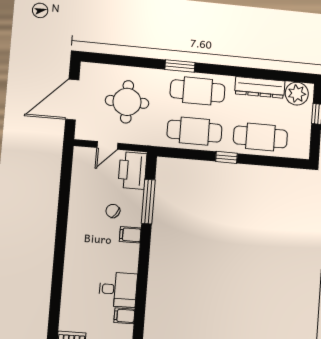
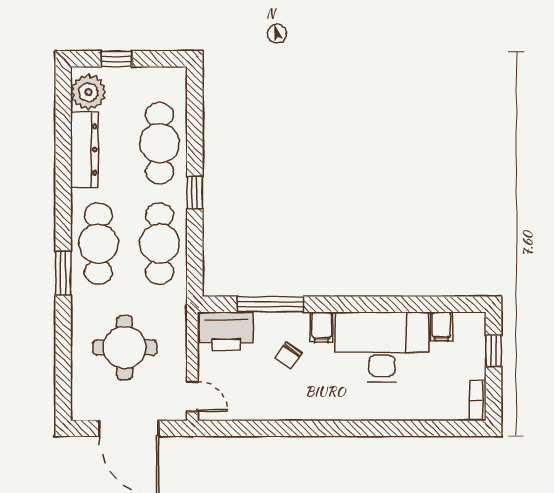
door: (107, 145) -> (192, 397), moved
desk: (118, 290) -> (382, 347), width x1.87, depth x1.30

